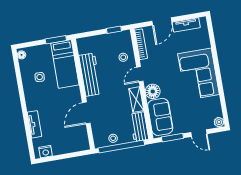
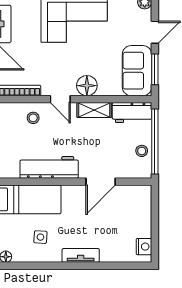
door: (86, 113) -> (101, 182), hinge flipped
sofa: (160, 117) -> (137, 71), moved, turned -90
tv unit: (34, 124) -> (81, 255), moved

